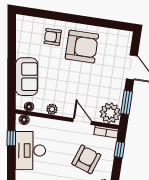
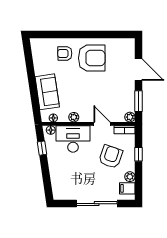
plant: (110, 113) -> (130, 117), width x0.53, depth x0.53
desk: (30, 150) -> (73, 139), moved, turned 98
window: (119, 150) -> (139, 154), moved

